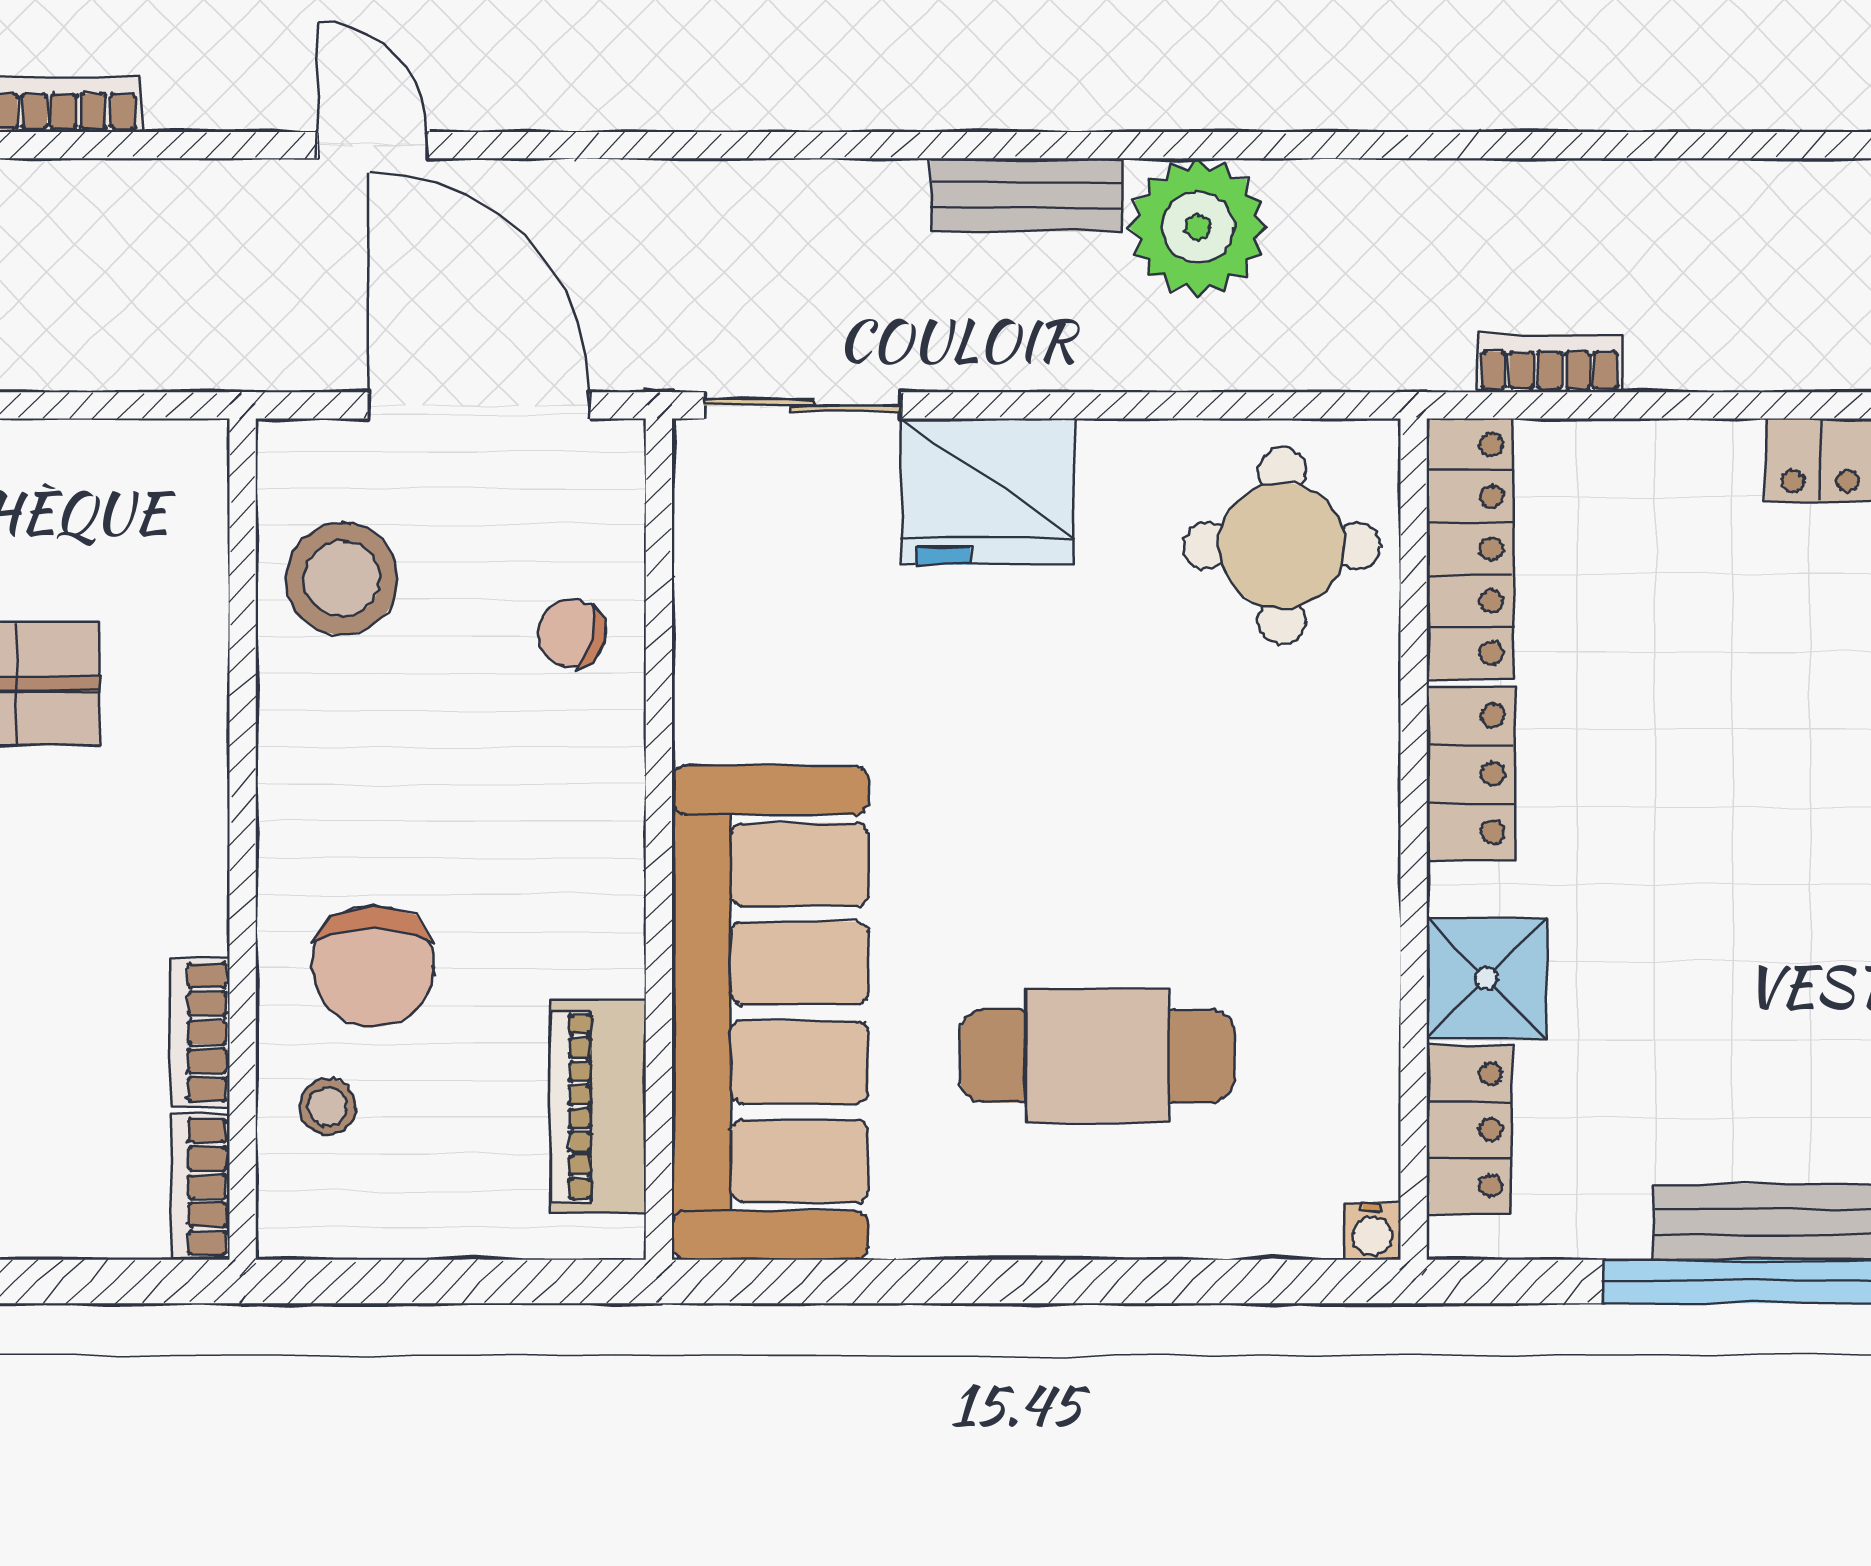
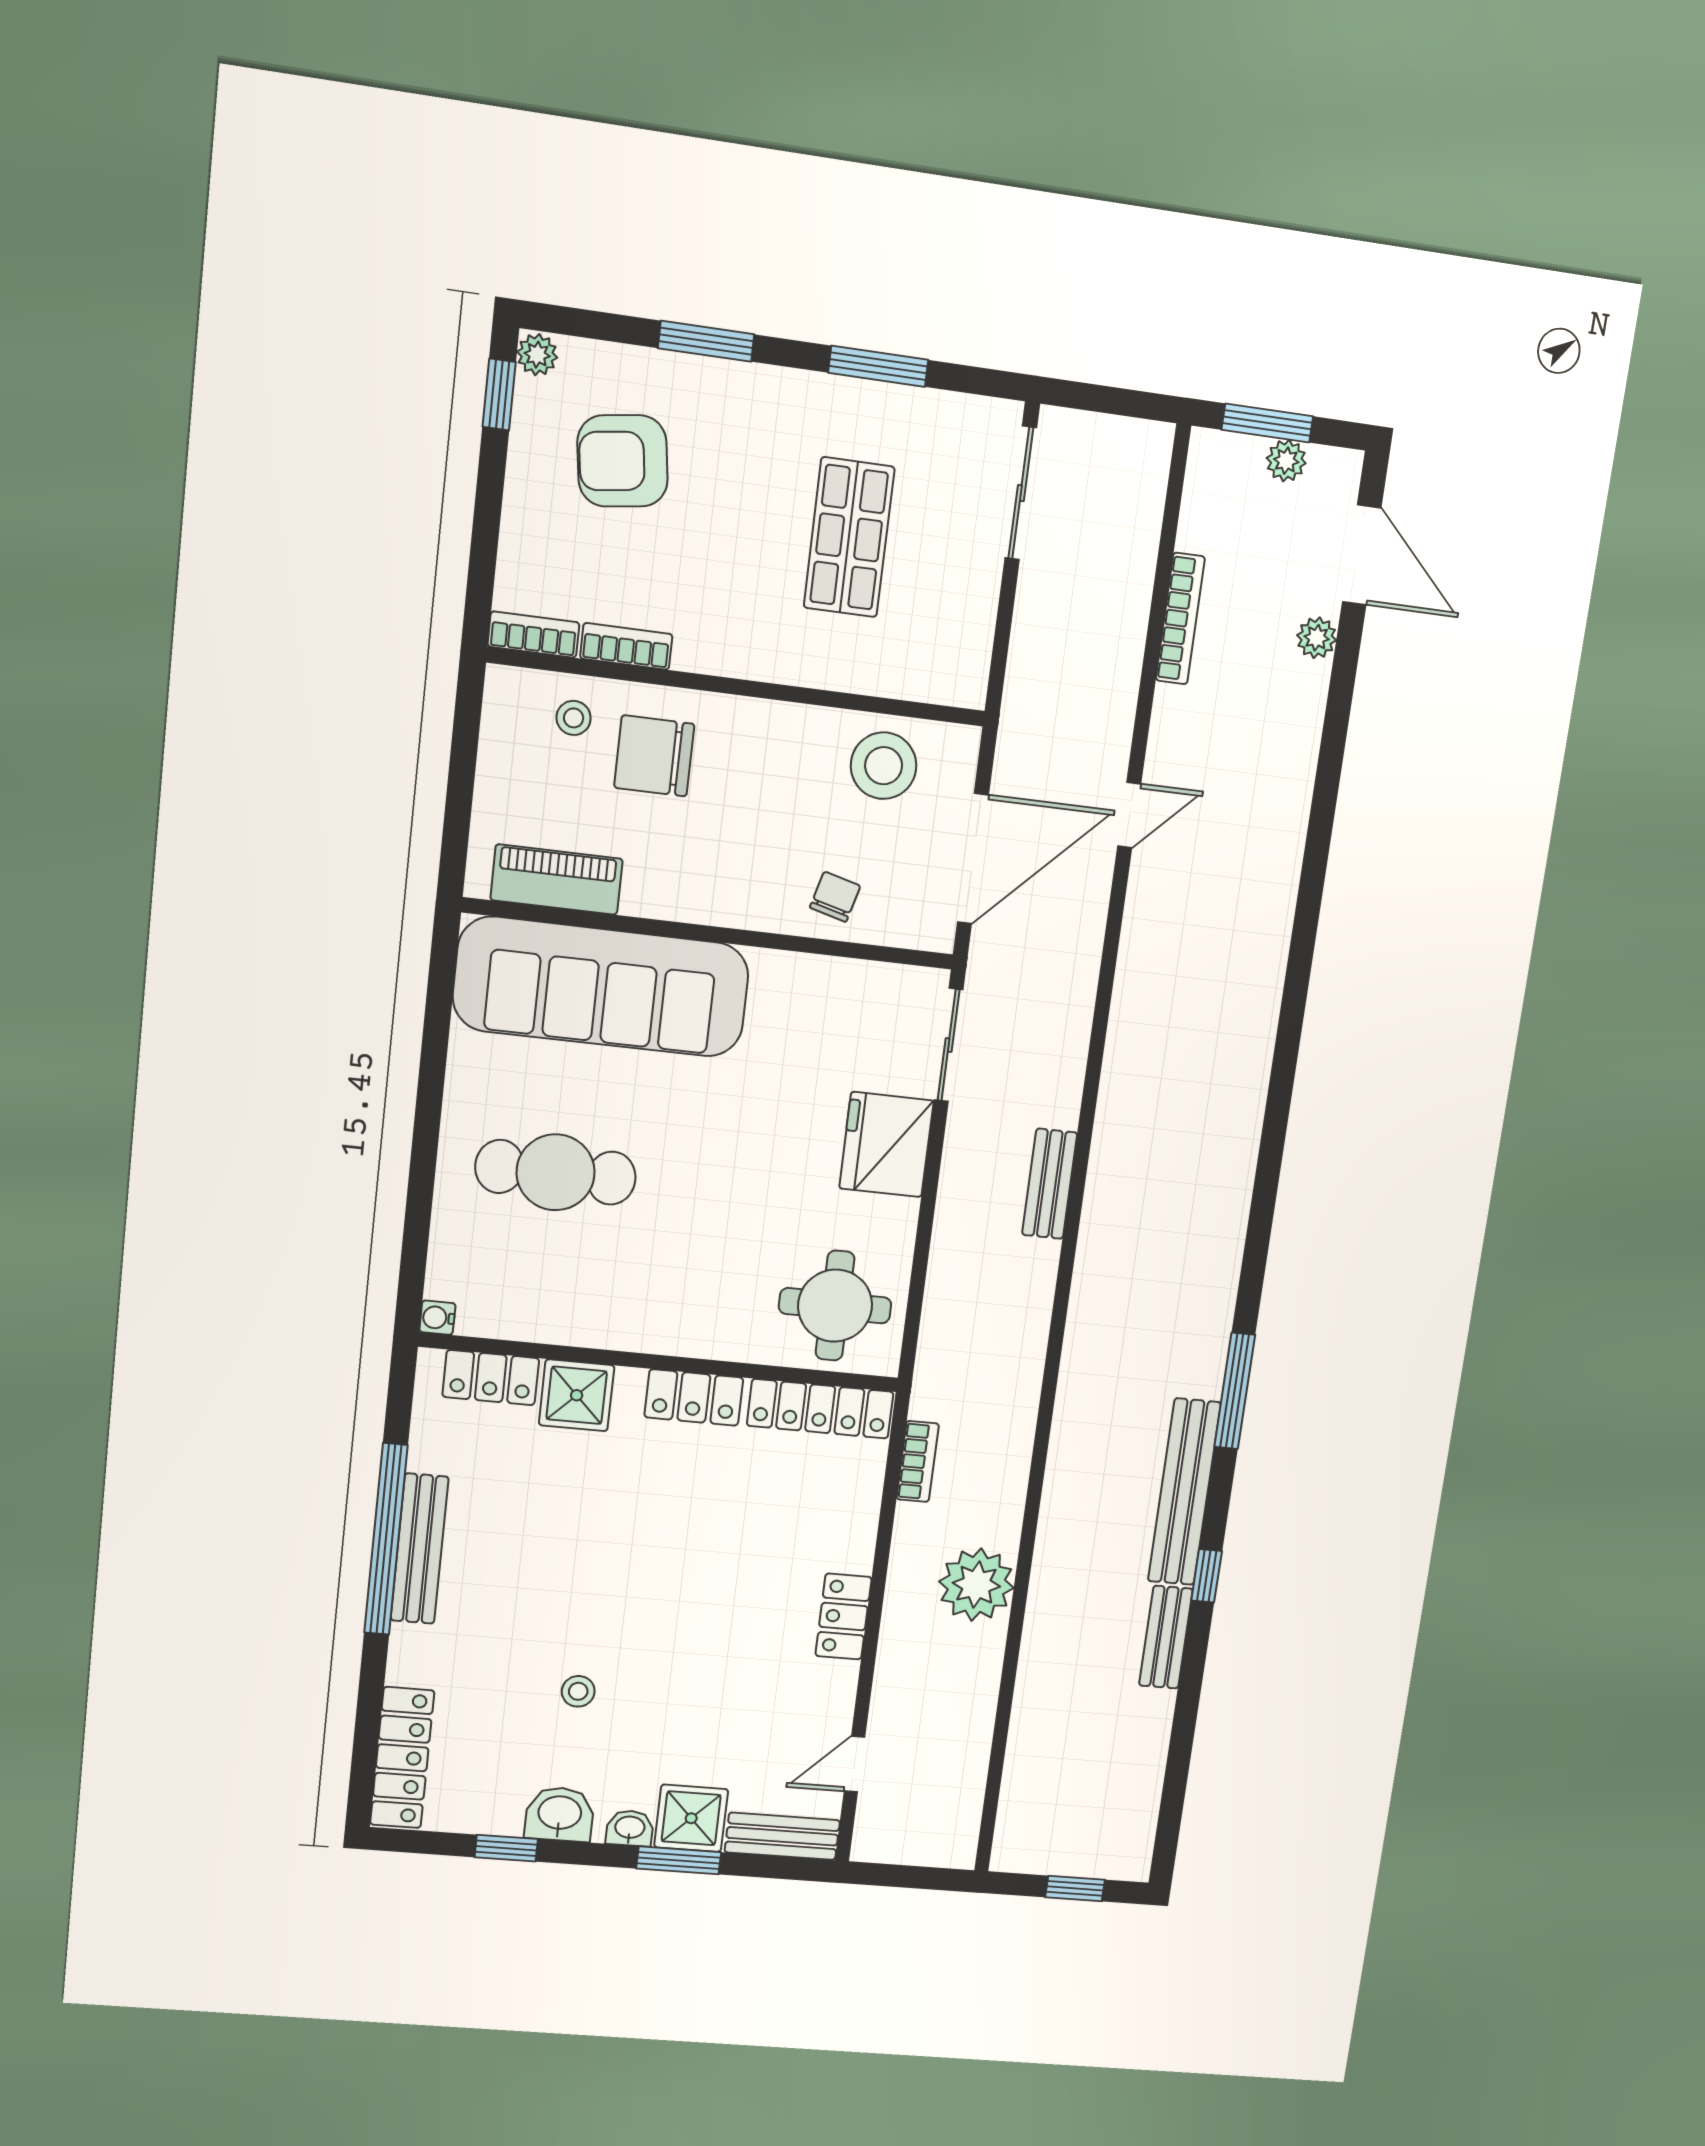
plant: (1198, 227) -> (976, 1585), moved
cafe table: (1097, 1056) -> (556, 1172), turned 90

